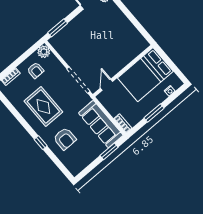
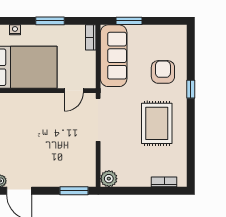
armchair: (36, 70) -> (133, 167), removed

